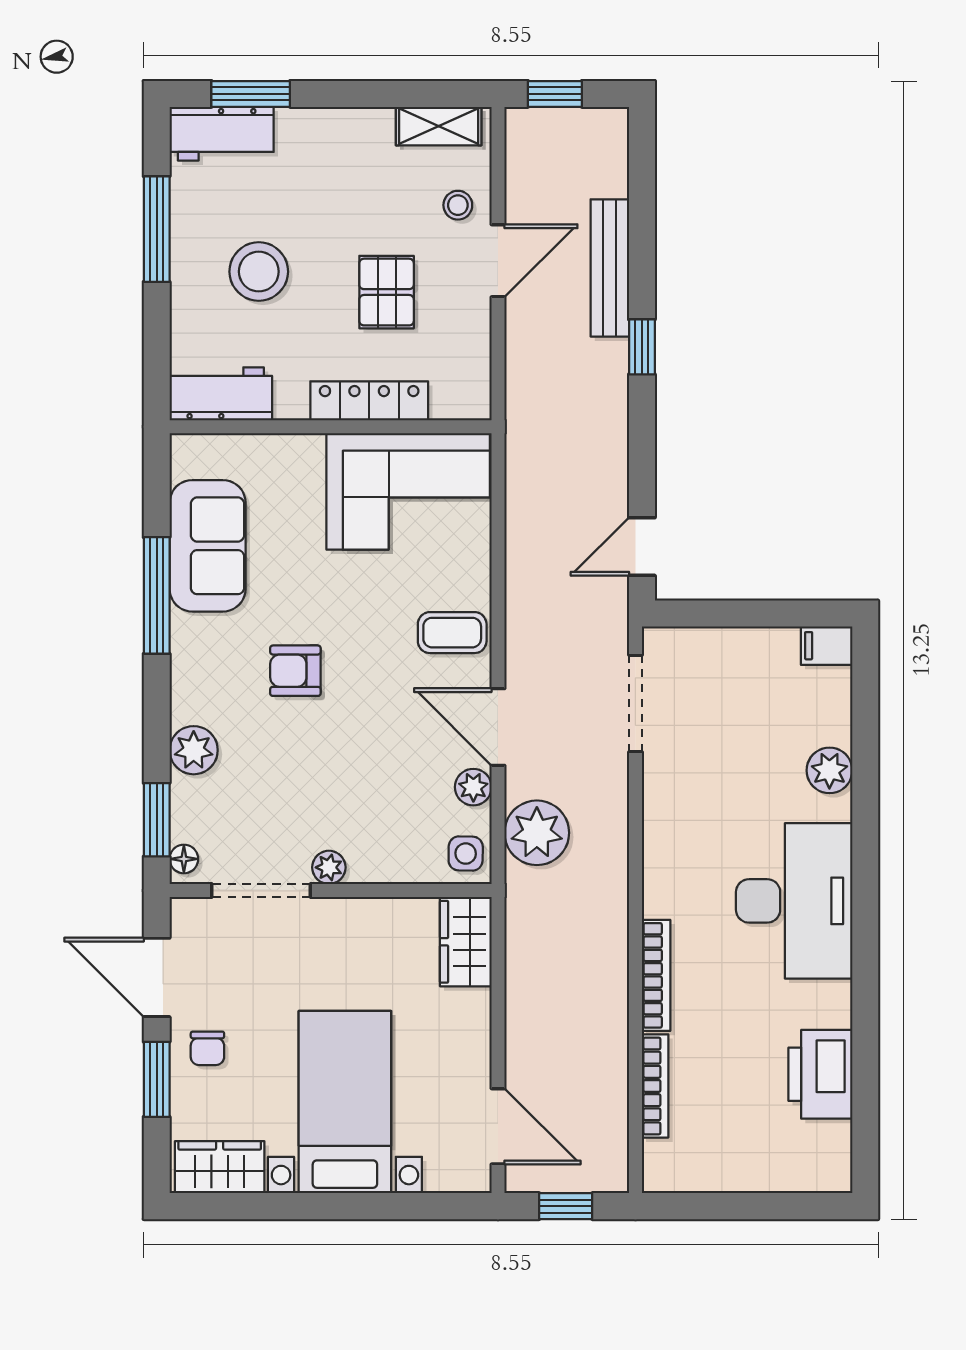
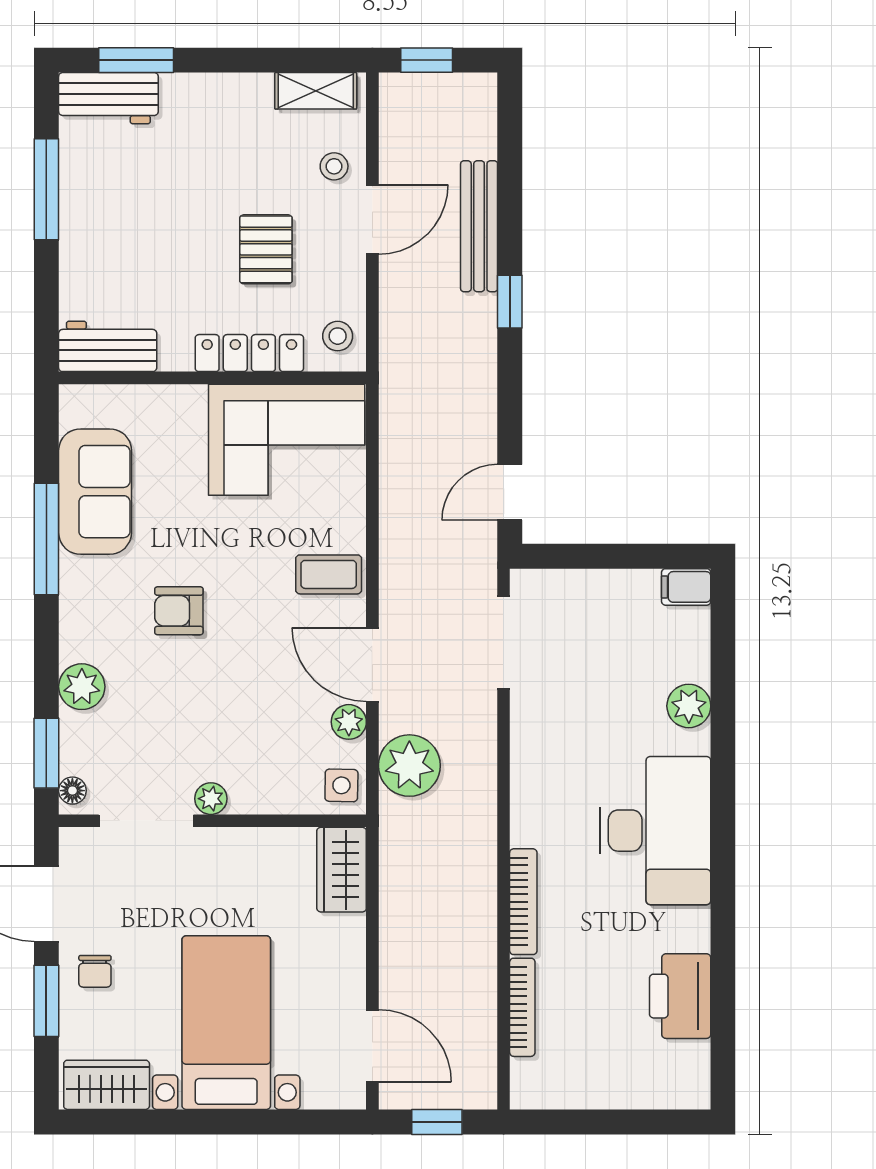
stool: (259, 272) -> (338, 336), moved, width x0.53, depth x0.53

